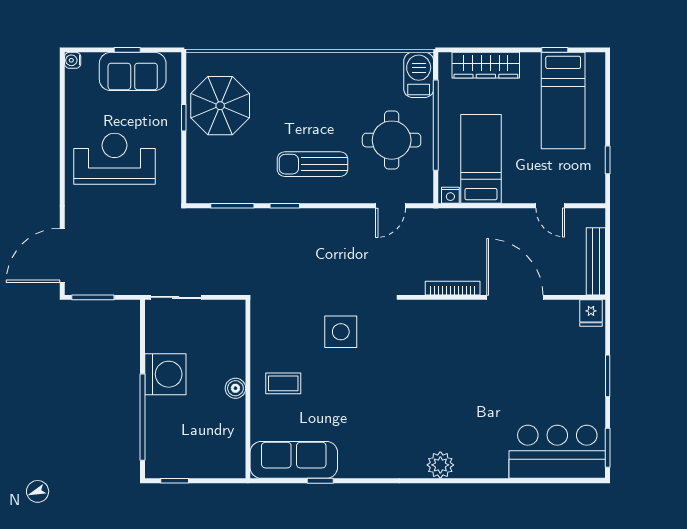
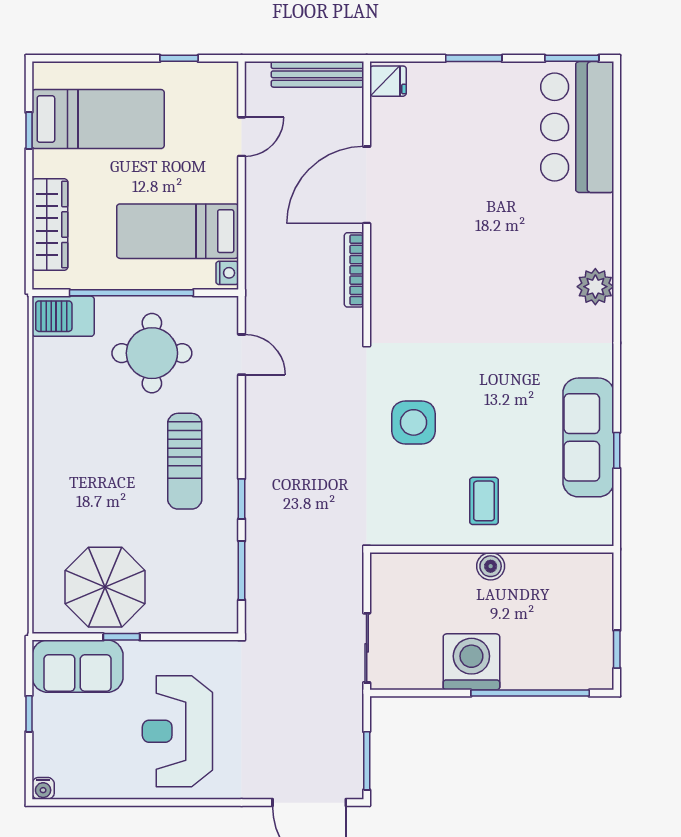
sofa: (133, 71) -> (78, 666), moved, turned 90
sofa: (294, 460) -> (588, 437), moved

